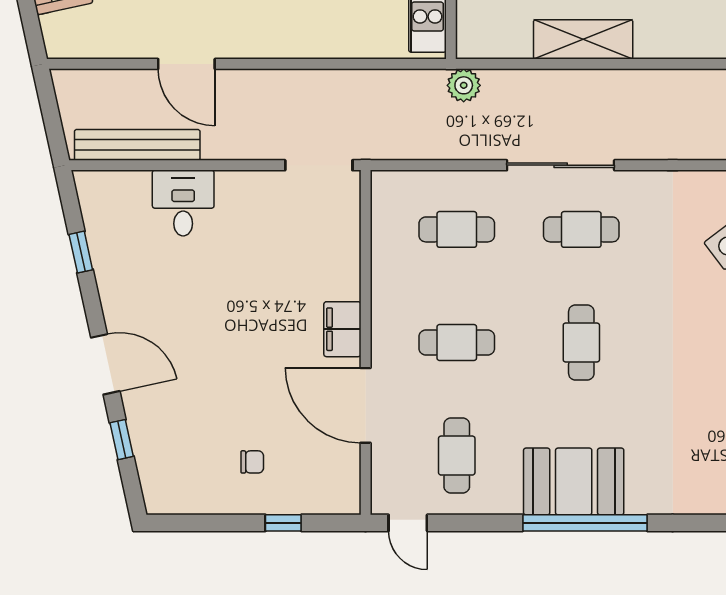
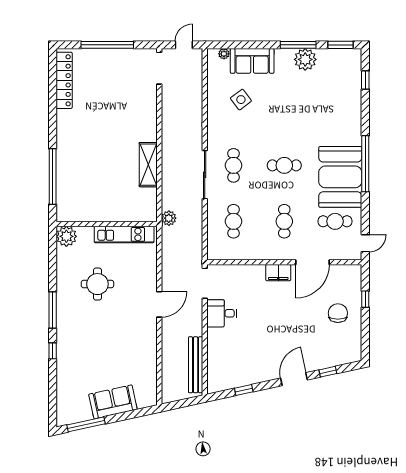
door: (186, 64) -> (159, 304), moved
desk: (183, 203) -> (222, 313), moved
chair: (252, 462) -> (338, 313), width x1.87, depth x1.87
booth: (574, 481) -> (340, 177), width x1.36, depth x1.42

